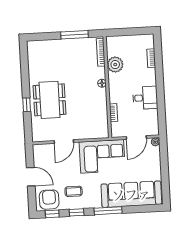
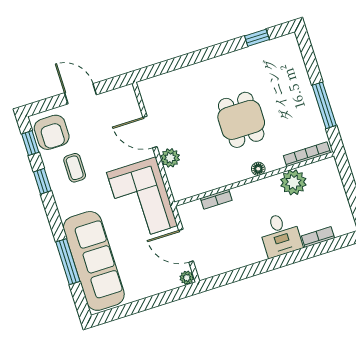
desk: (145, 98) -> (280, 235), moved
dining table: (50, 100) -> (241, 120), moved, width x0.73
window: (27, 105) -> (257, 38), moved
plant: (82, 134) -> (170, 158), added
door: (31, 177) -> (80, 94), swing flipped
armchair: (49, 200) -> (52, 132), turned 90
window: (108, 211) -> (68, 262), moved

